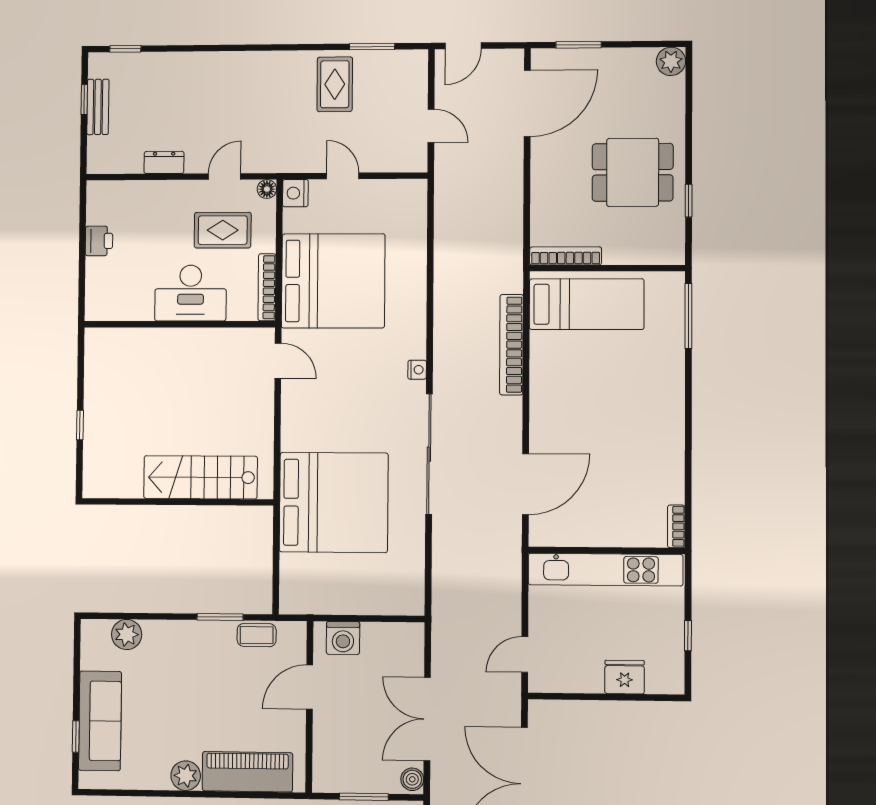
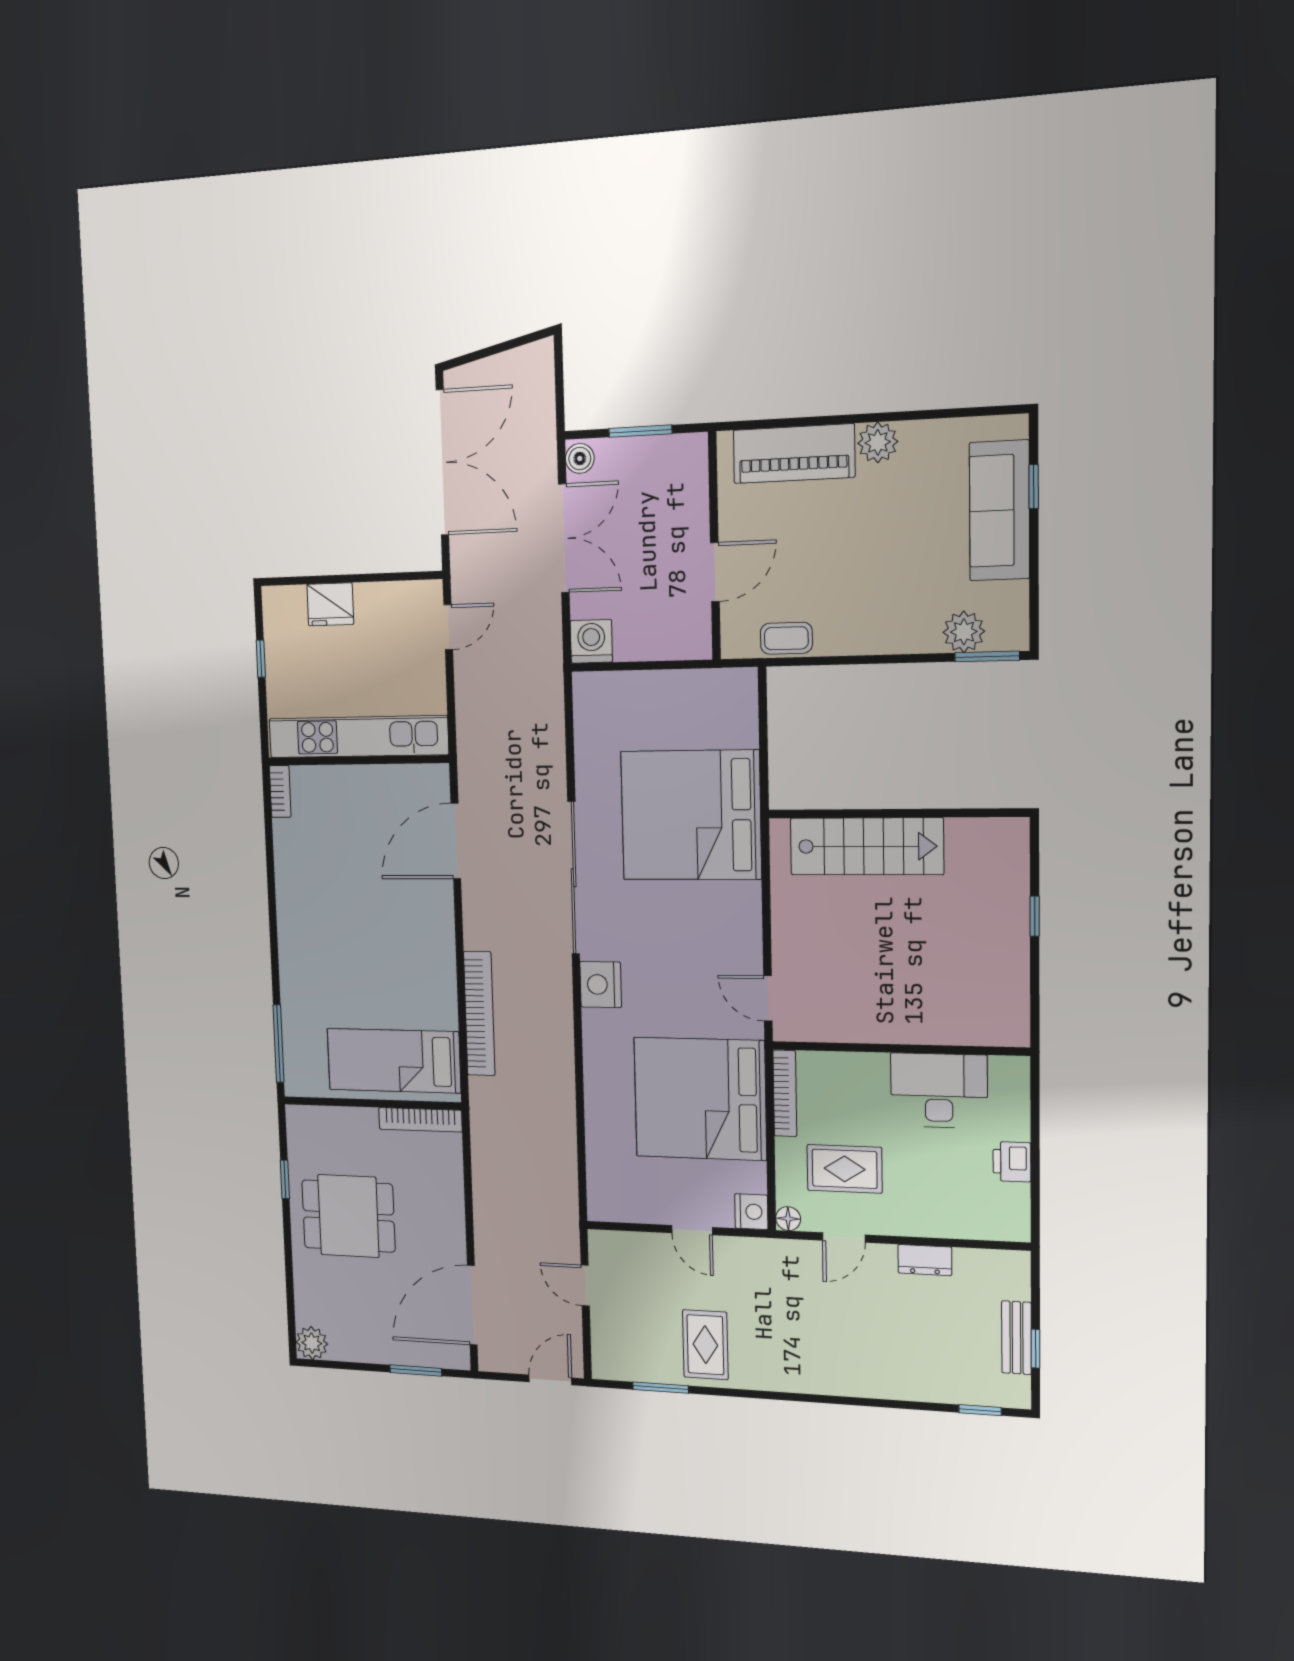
desk: (191, 293) -> (939, 1090), moved
nightstand: (417, 370) -> (601, 984), width x1.89, depth x1.79
window: (220, 617) -> (987, 656), moved
washing machine: (343, 638) -> (591, 641), moved

